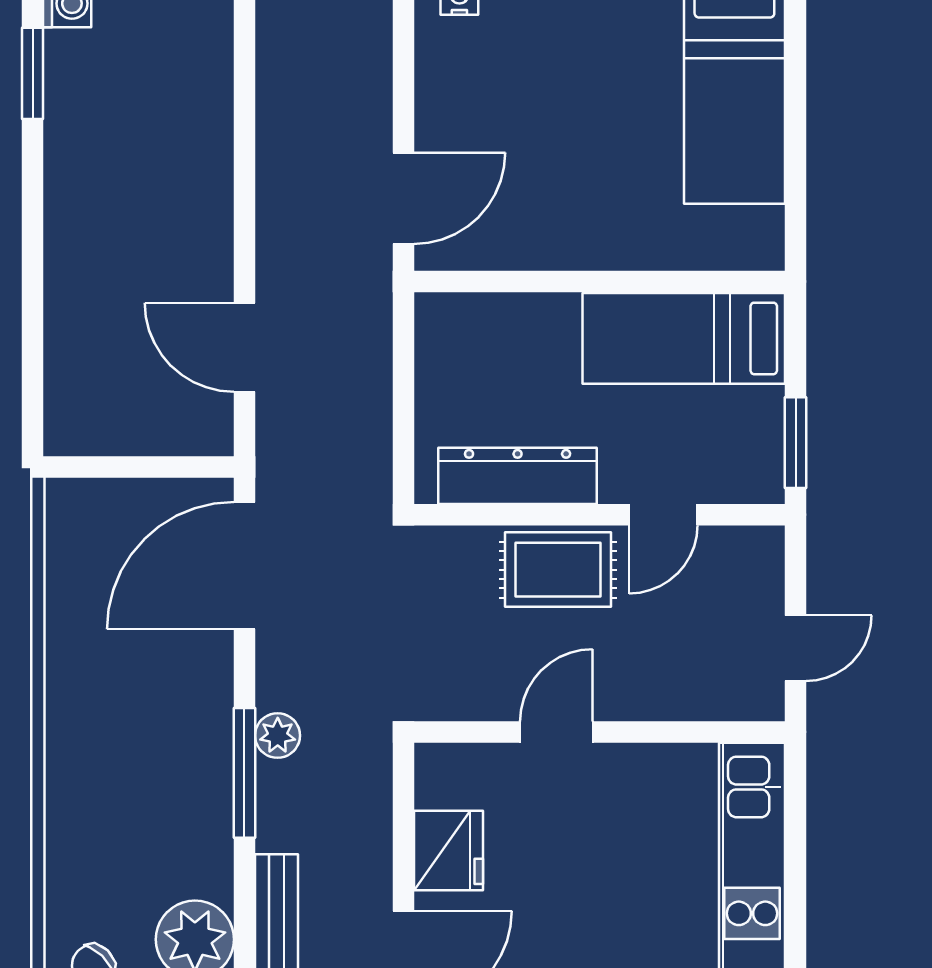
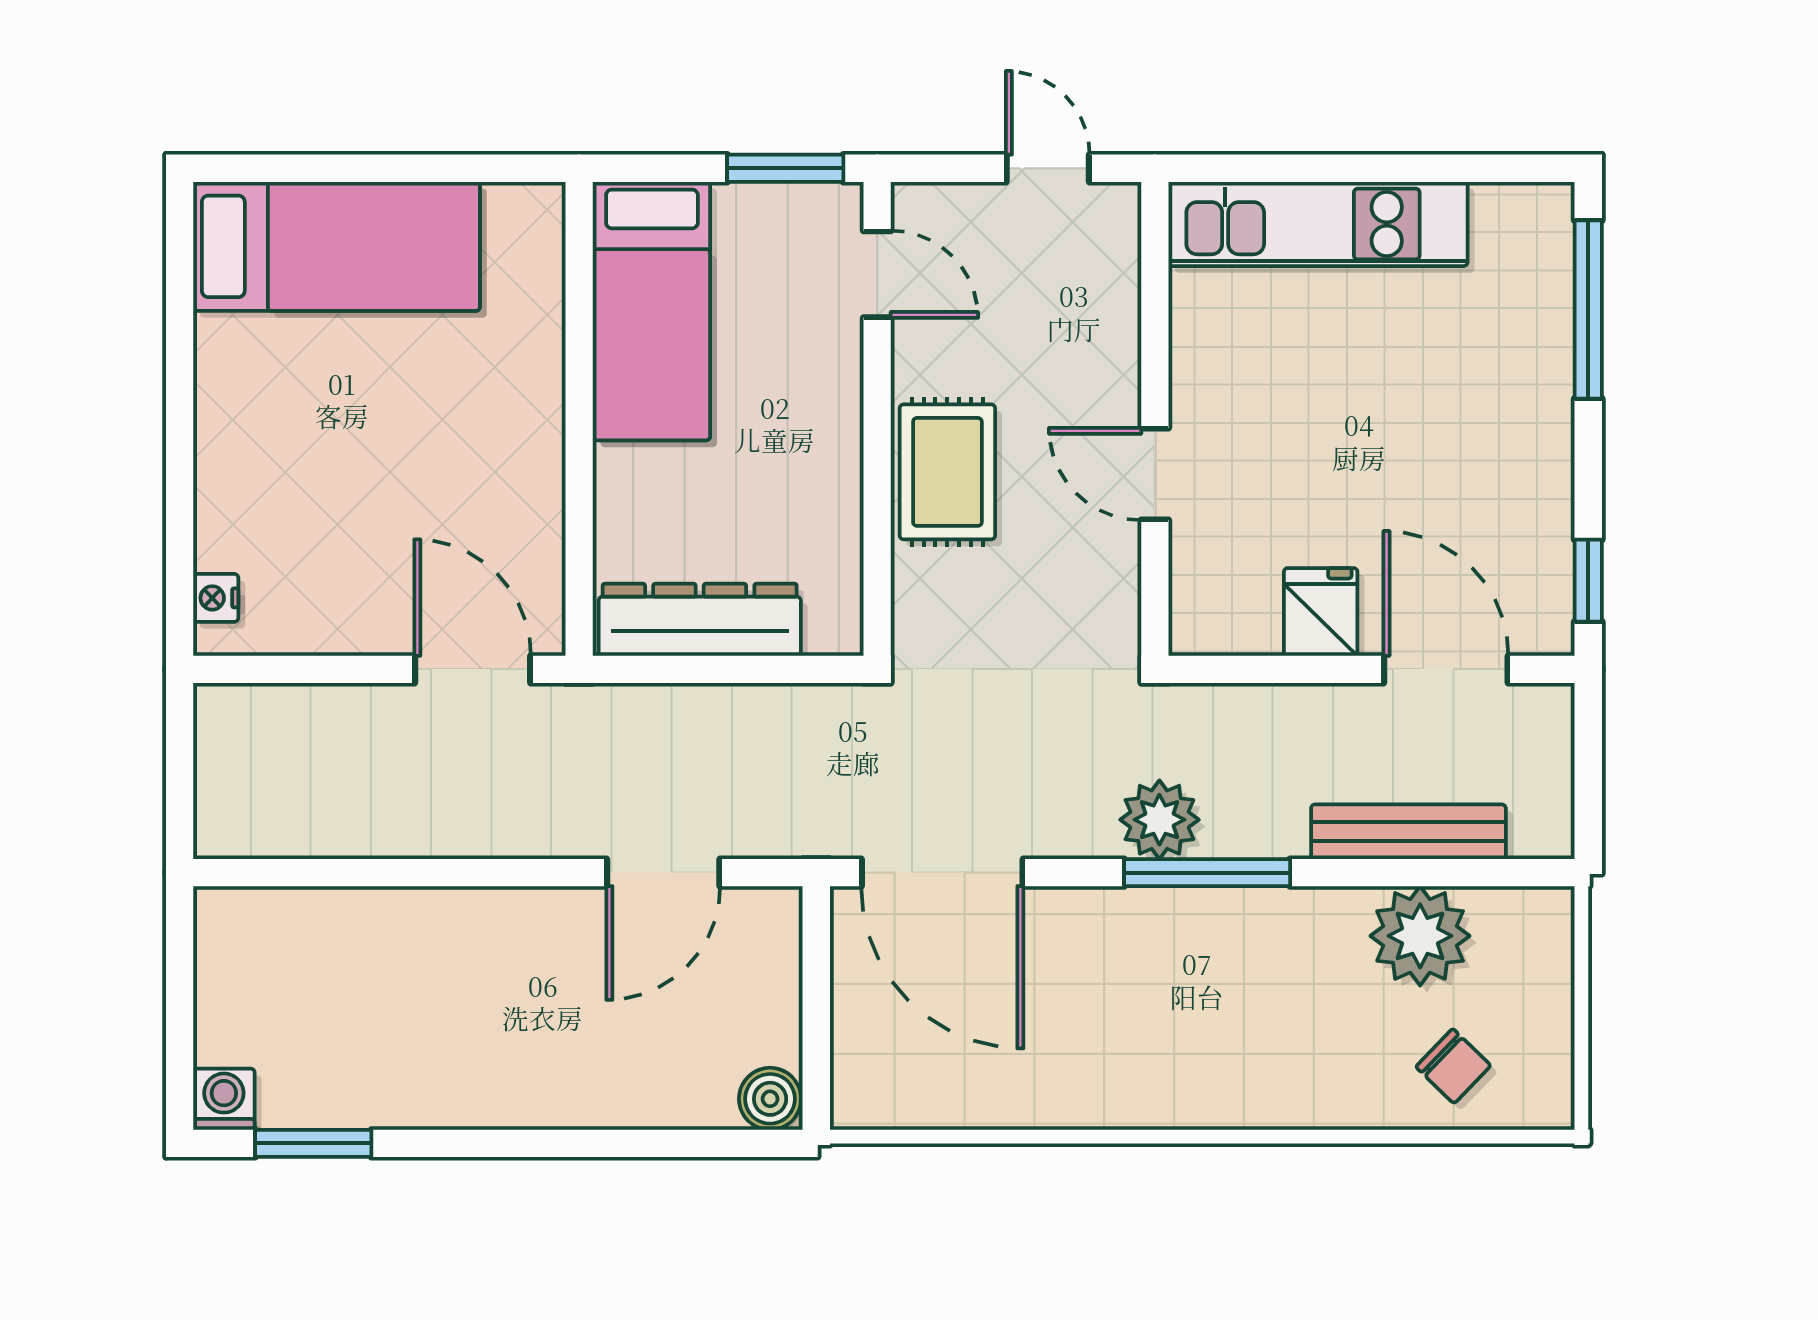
boiler: (67, 431) -> (770, 1099), added
dresser: (518, 476) -> (700, 620), moved, turned 90
door: (663, 515) -> (877, 274), moved
plant: (278, 736) -> (1159, 820), width x1.38, depth x1.38
fridge: (448, 851) -> (1321, 612), width x0.72

